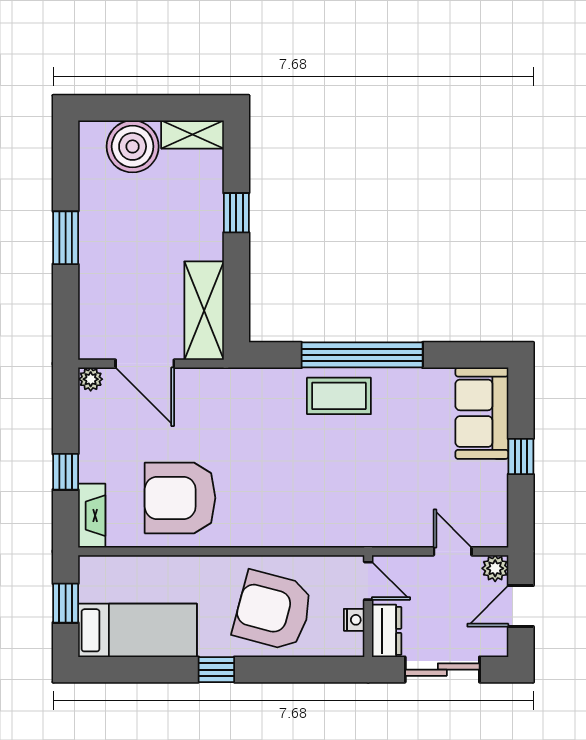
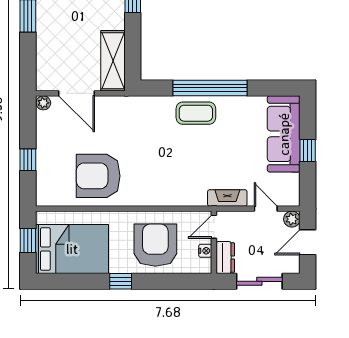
sofa: (482, 413) -> (284, 134), width x1.36
fireplace: (92, 516) -> (227, 198), moved, turned -90
door: (368, 581) -> (214, 227), swing flipped
armchair: (273, 611) -> (155, 245), turned 75
bed: (137, 630) -> (72, 249), width x1.50

